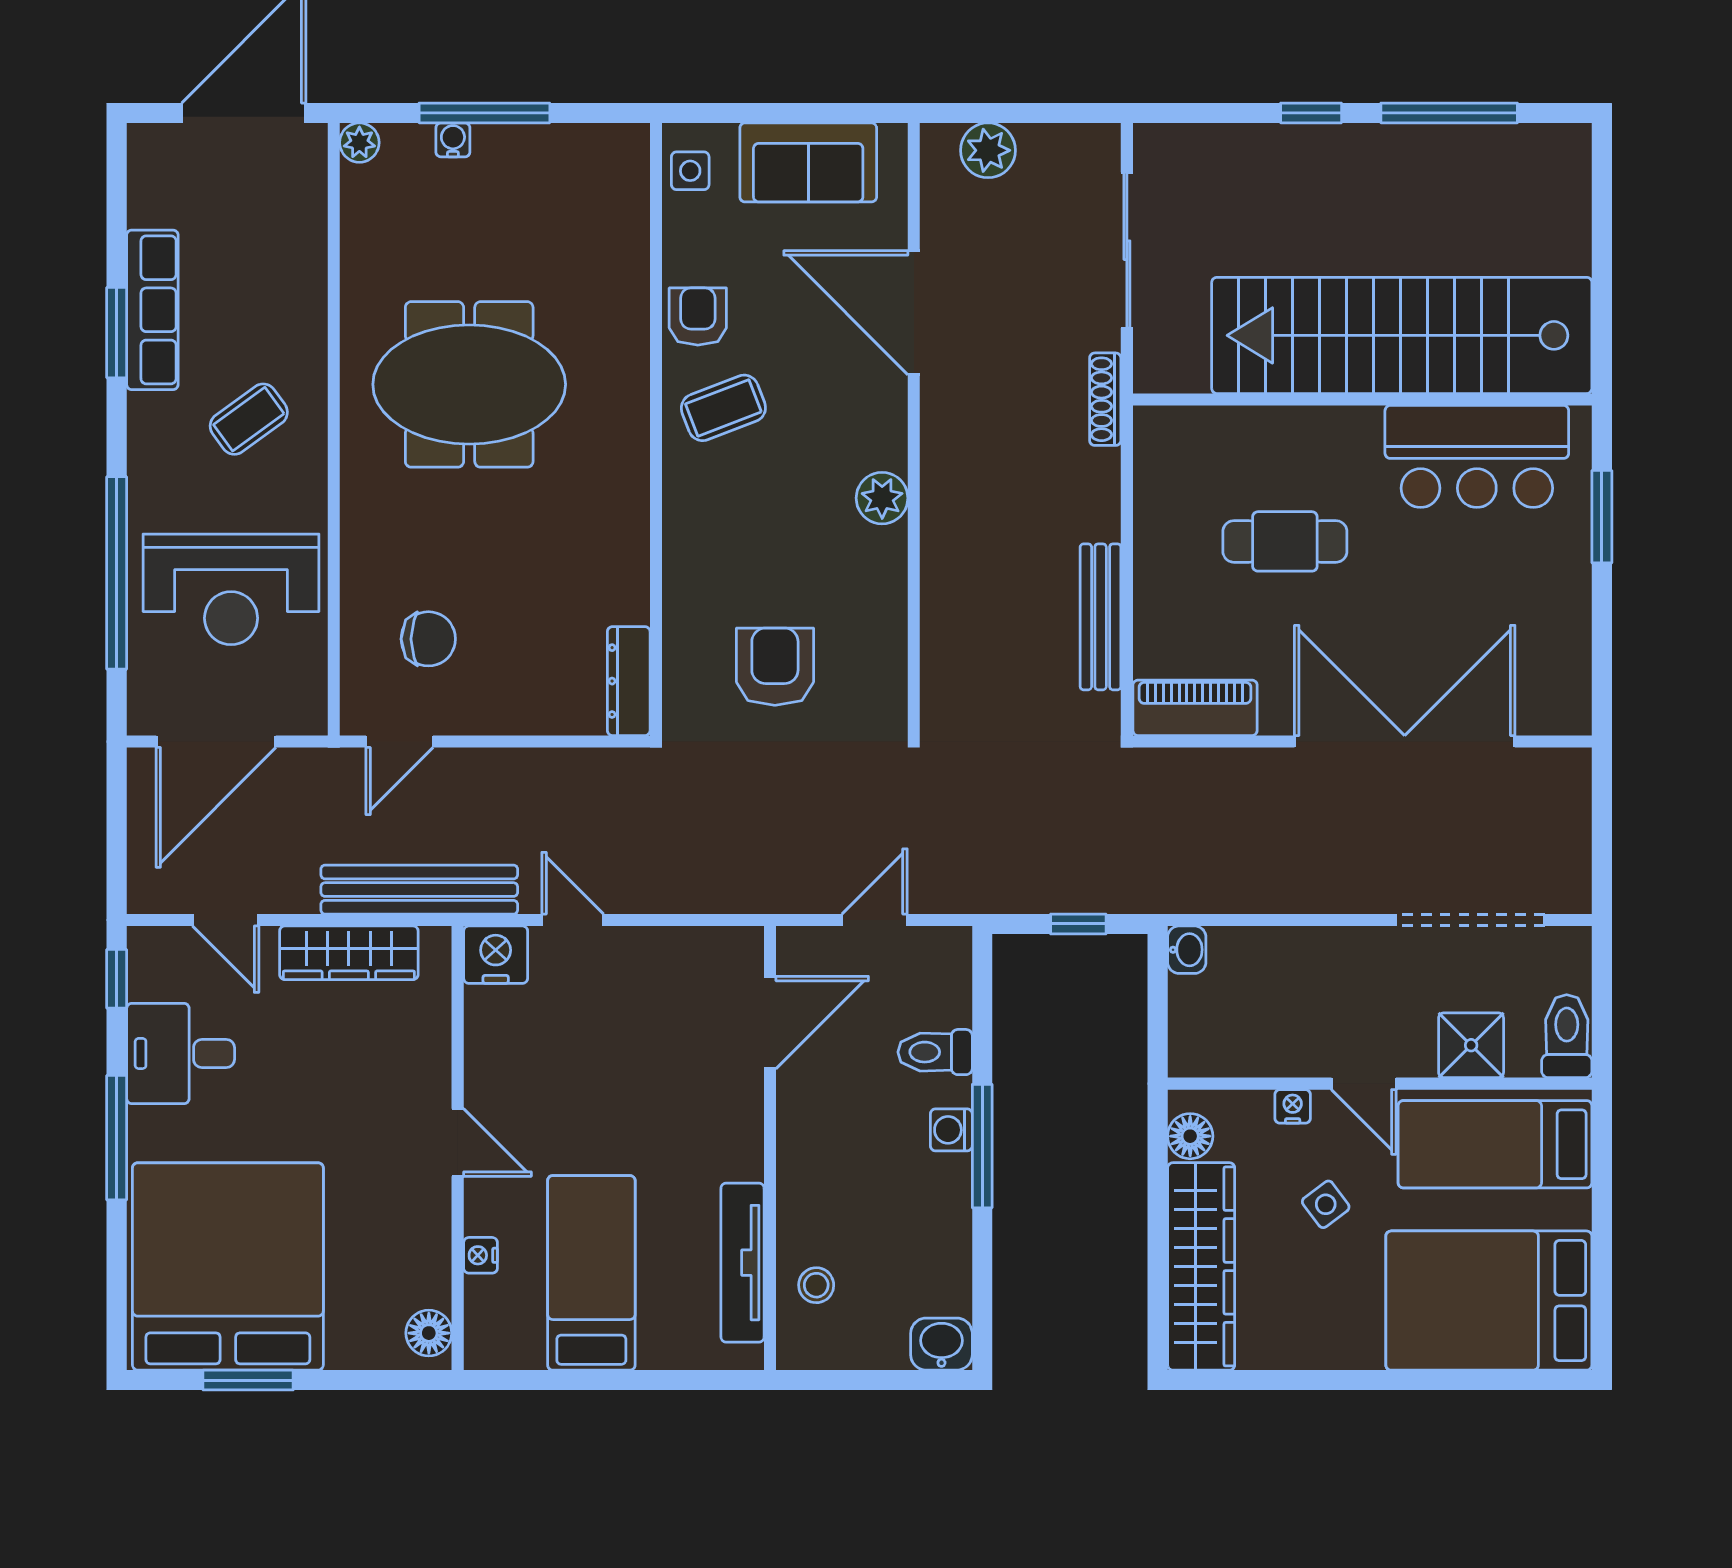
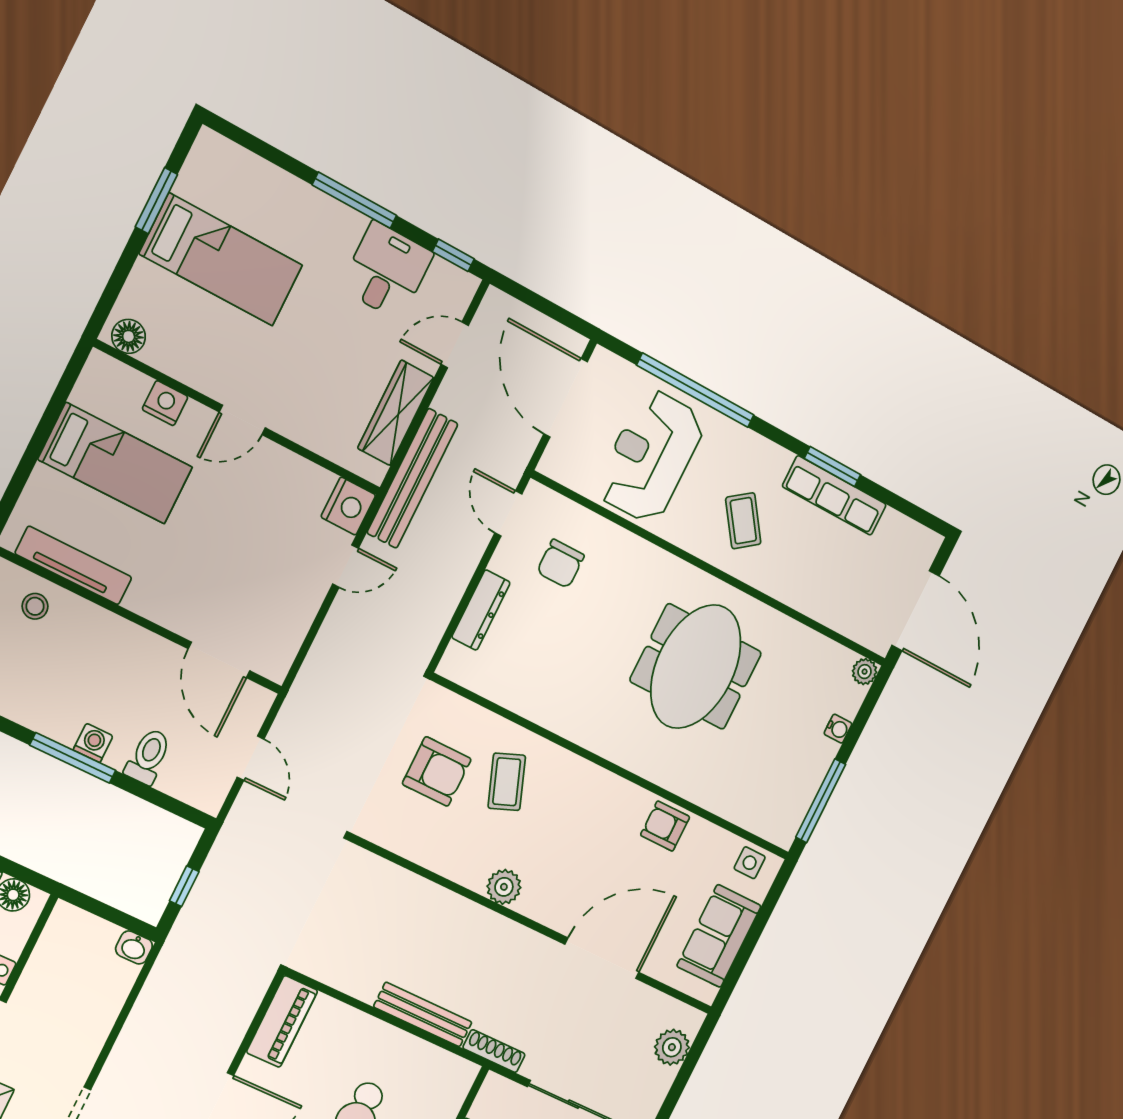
window: (484, 113) -> (821, 801), moved
armchair: (698, 317) -> (665, 826), turned 180
coffee table: (723, 408) -> (507, 782), moved
bench: (1101, 617) -> (423, 1014), moved
dresser: (629, 681) -> (481, 610), moved, turned 90
nightstand: (481, 1255) -> (165, 403), width x1.39, depth x1.35
bed: (228, 1266) -> (221, 260), width x0.49

